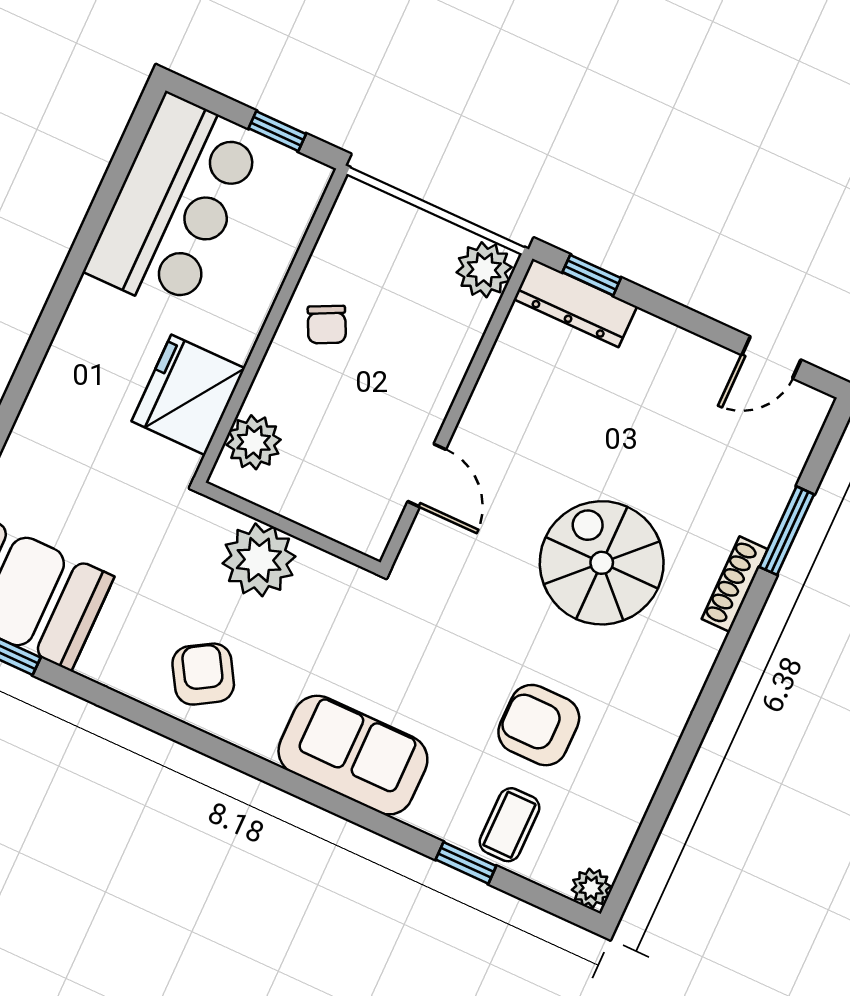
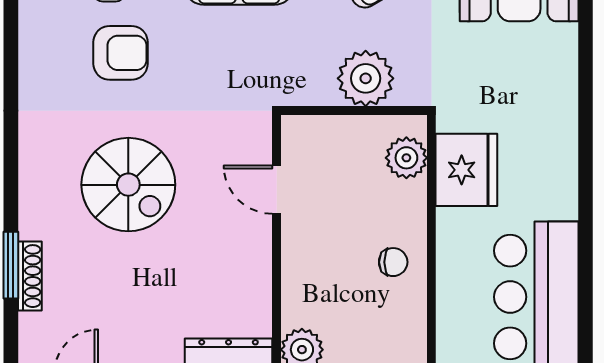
chair: (327, 325) -> (393, 262), turned 116
shoe rack: (735, 584) -> (30, 276), moved

